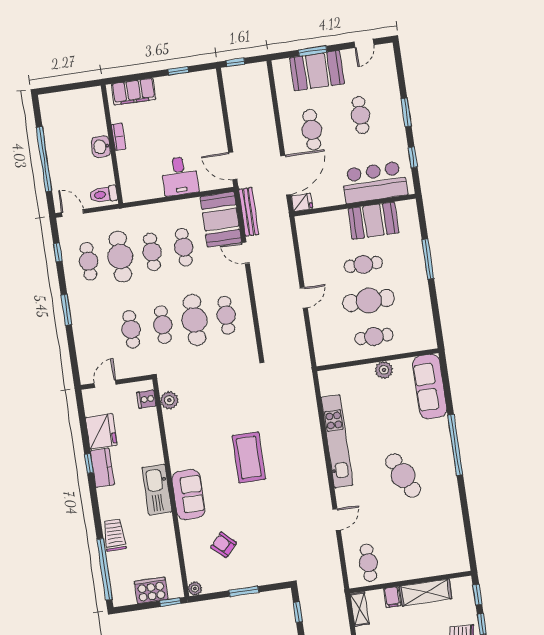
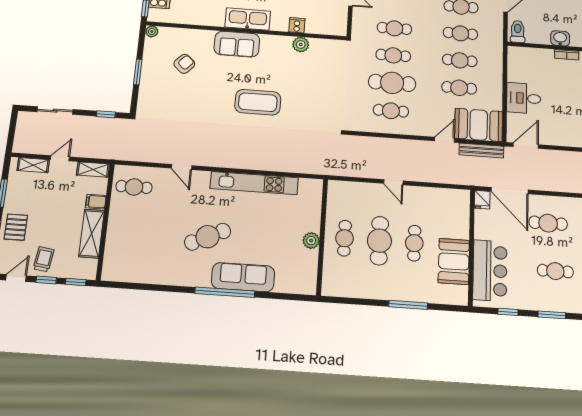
cafe table: (120, 257) -> (460, 33), width x0.73, depth x0.74
sofa: (430, 387) -> (243, 277), moved
cooker: (146, 399) -> (297, 25), moved
plant: (169, 400) -> (301, 45), moved

